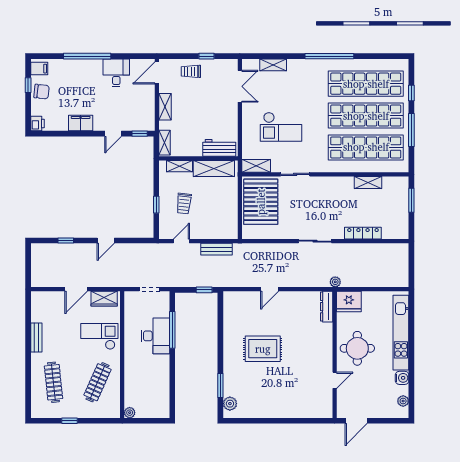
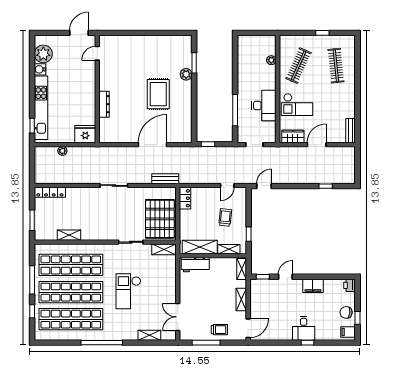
window: (87, 56) -> (307, 343), width x0.32
window: (206, 56) -> (206, 343), width x2.17
desk: (116, 73) -> (304, 328), moved
checkout: (281, 127) -> (128, 291), moved, turned -90
window: (156, 205) -> (249, 234), moved
locker: (231, 226) -> (185, 198), added
locker: (363, 233) -> (50, 192), moved
door: (106, 240) -> (264, 186), moved
bench: (217, 249) -> (165, 179), moved
plant: (335, 282) -> (62, 151), moved
door: (270, 289) -> (152, 145), width x1.87
dresser: (327, 307) -> (104, 104), moved
window: (411, 312) -> (32, 126), added
desk: (155, 336) -> (264, 105), moved, turned 180
bench: (36, 338) -> (351, 131), moved
round table: (357, 348) -> (78, 94), removed
rug: (263, 349) -> (158, 94), turned 90
door: (335, 380) -> (97, 53), moved
plant: (403, 401) -> (43, 54), width x1.87, depth x1.87
plant: (230, 404) -> (186, 74), moved
plant: (130, 413) -> (271, 60), moved

